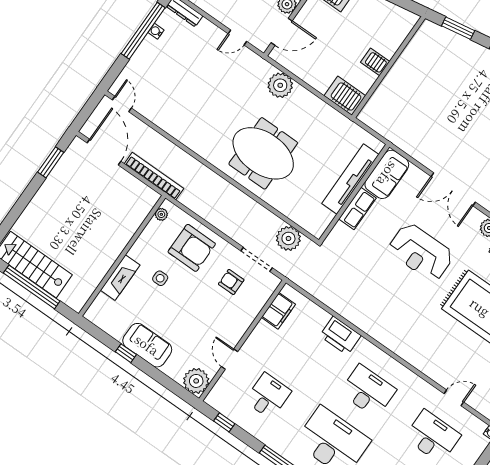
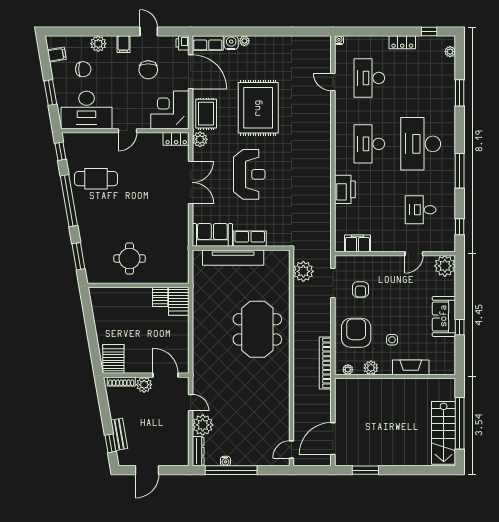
server rack: (375, 62) -> (160, 297), moved
round table: (421, 77) -> (130, 259), added
plant: (280, 85) -> (203, 425), moved
bookcase: (154, 176) -> (325, 363), moved
plant: (147, 238) -> (371, 368), added

